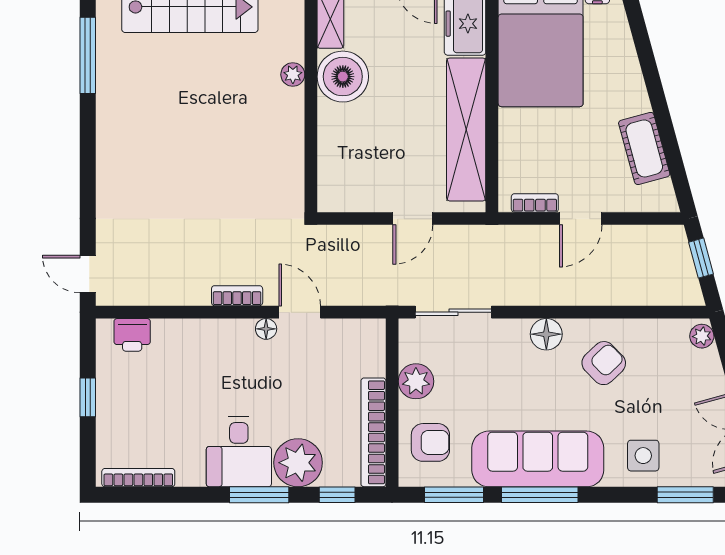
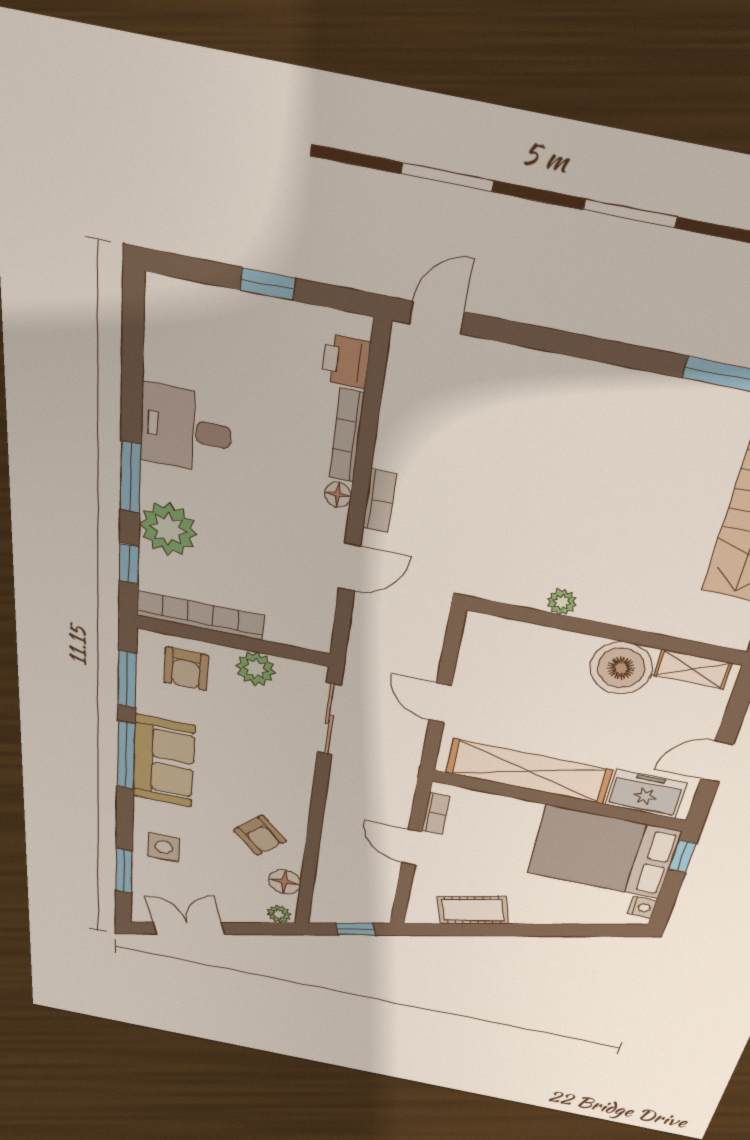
plant: (293, 75) -> (562, 602), moved
floor lamp: (266, 329) -> (338, 495), moved
floor lamp: (546, 334) -> (285, 882), moved
desk: (239, 452) -> (186, 430), moved
sofa: (538, 459) -> (164, 761), width x0.73
bookcase: (138, 478) -> (347, 436), moved, turned 180

